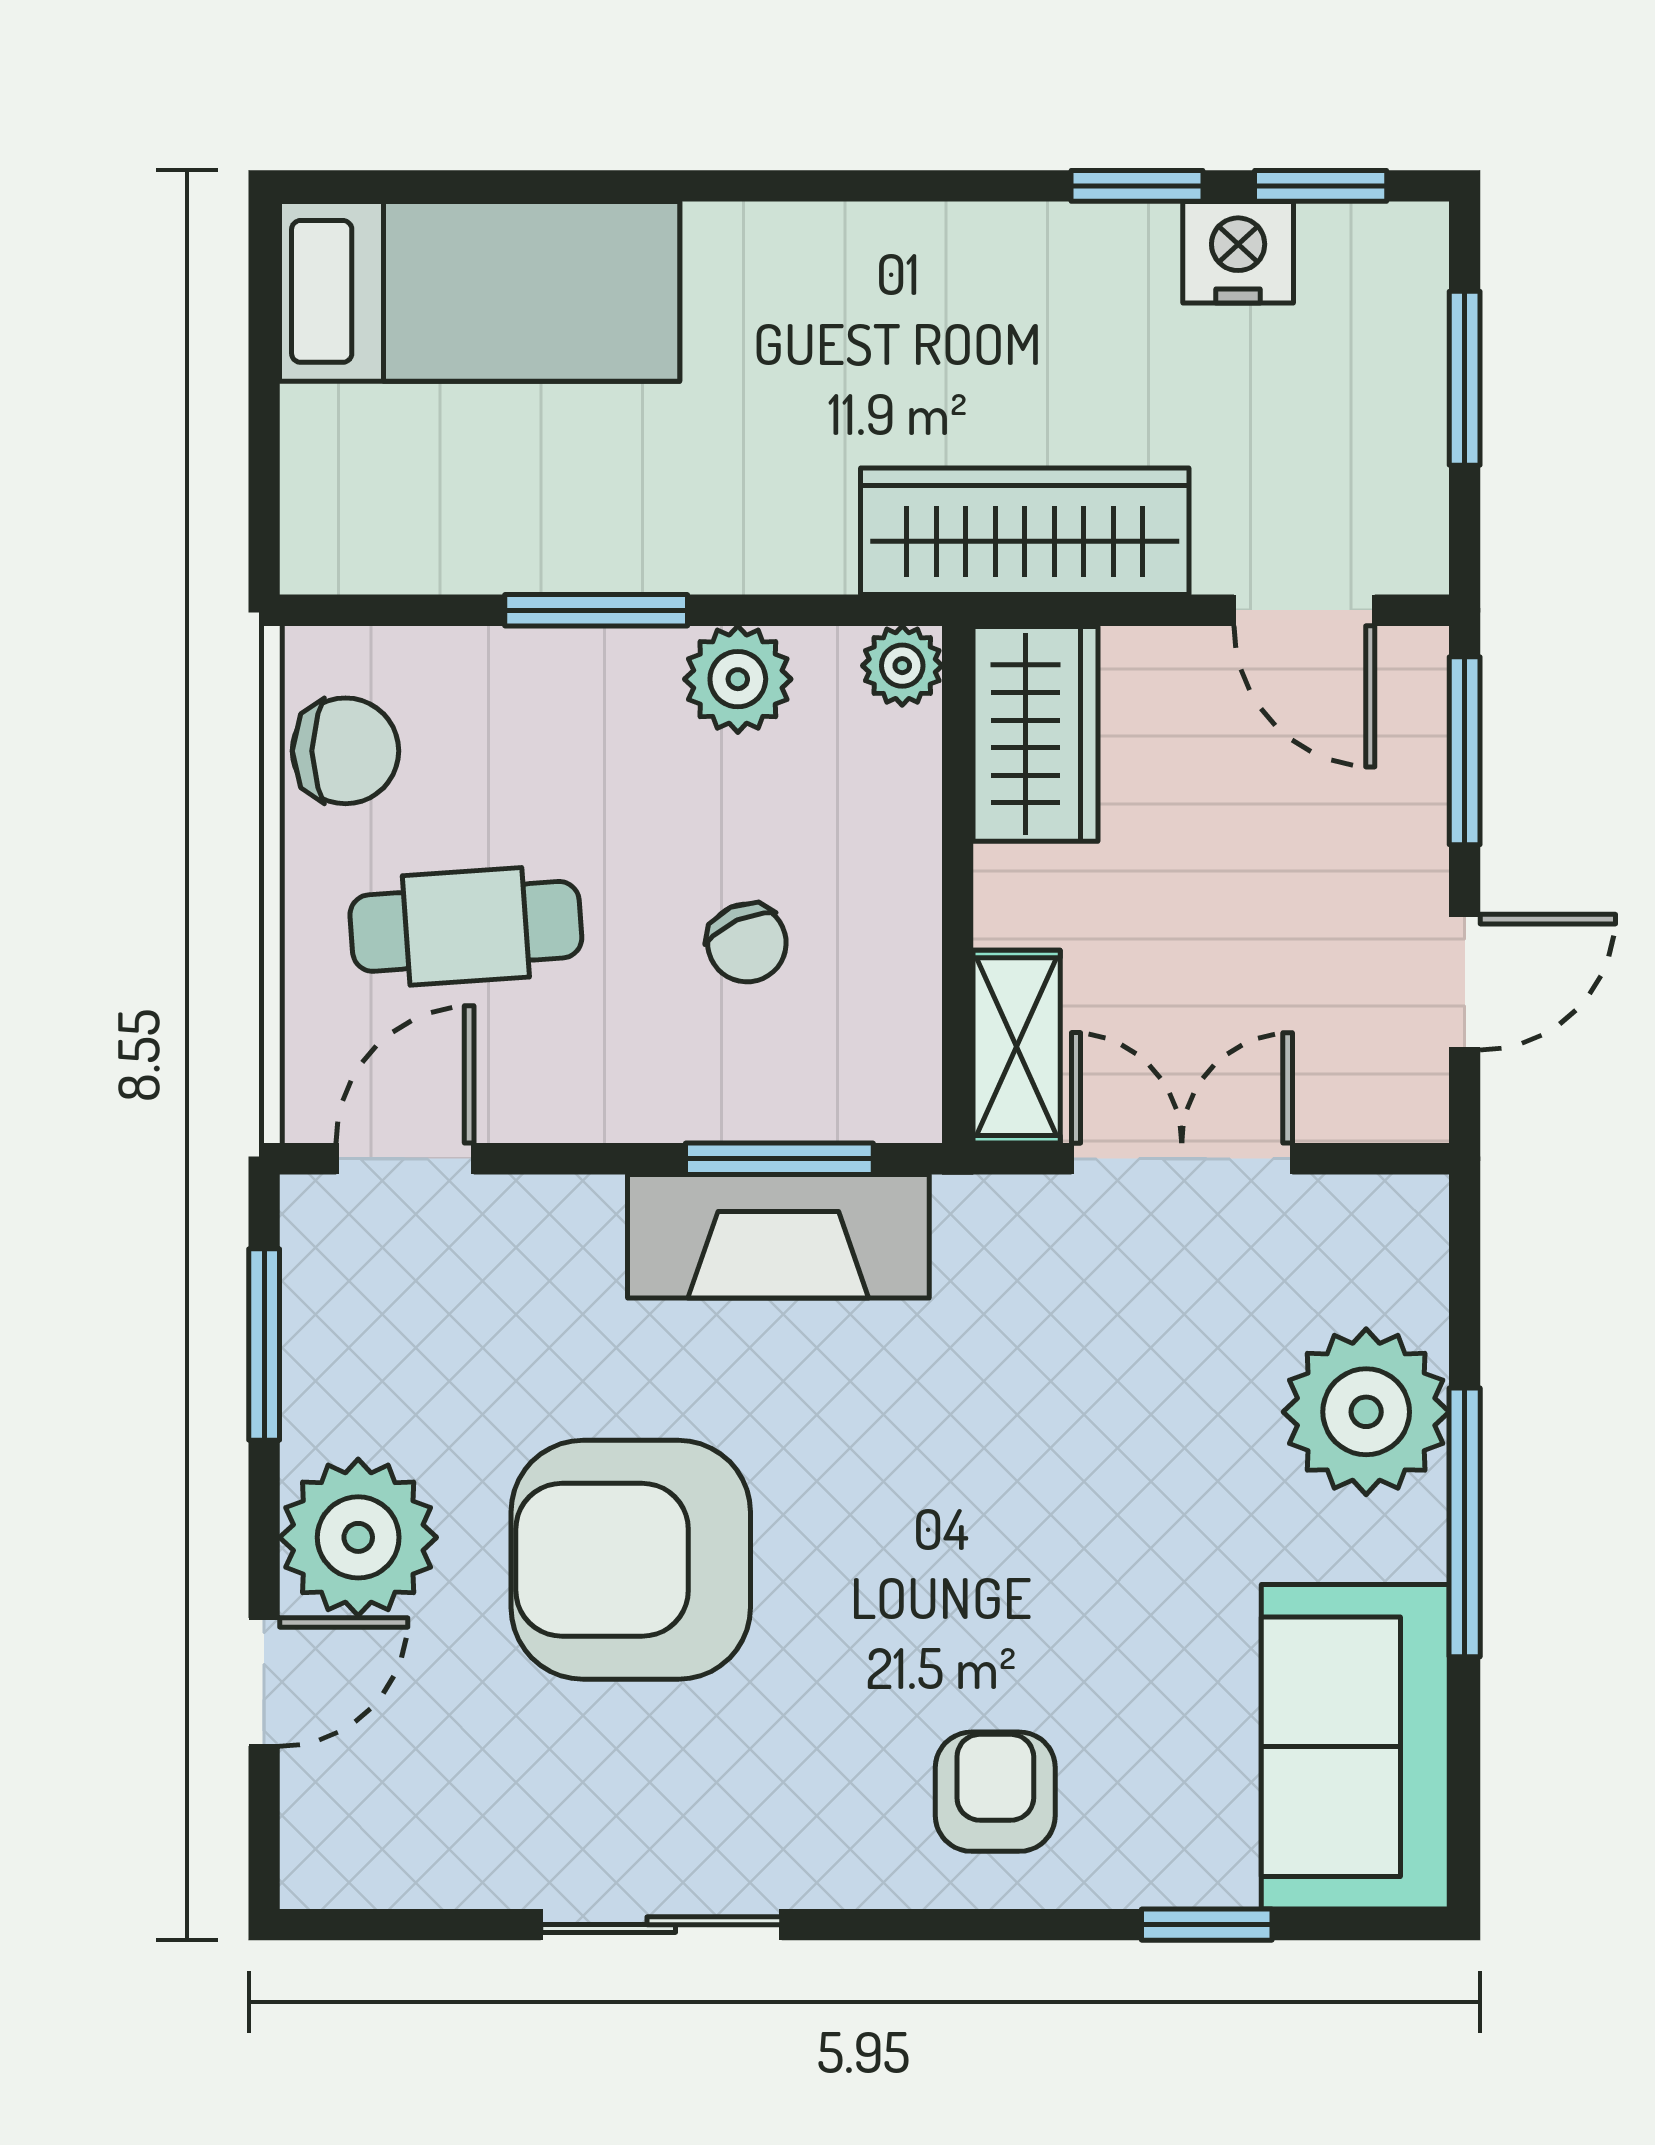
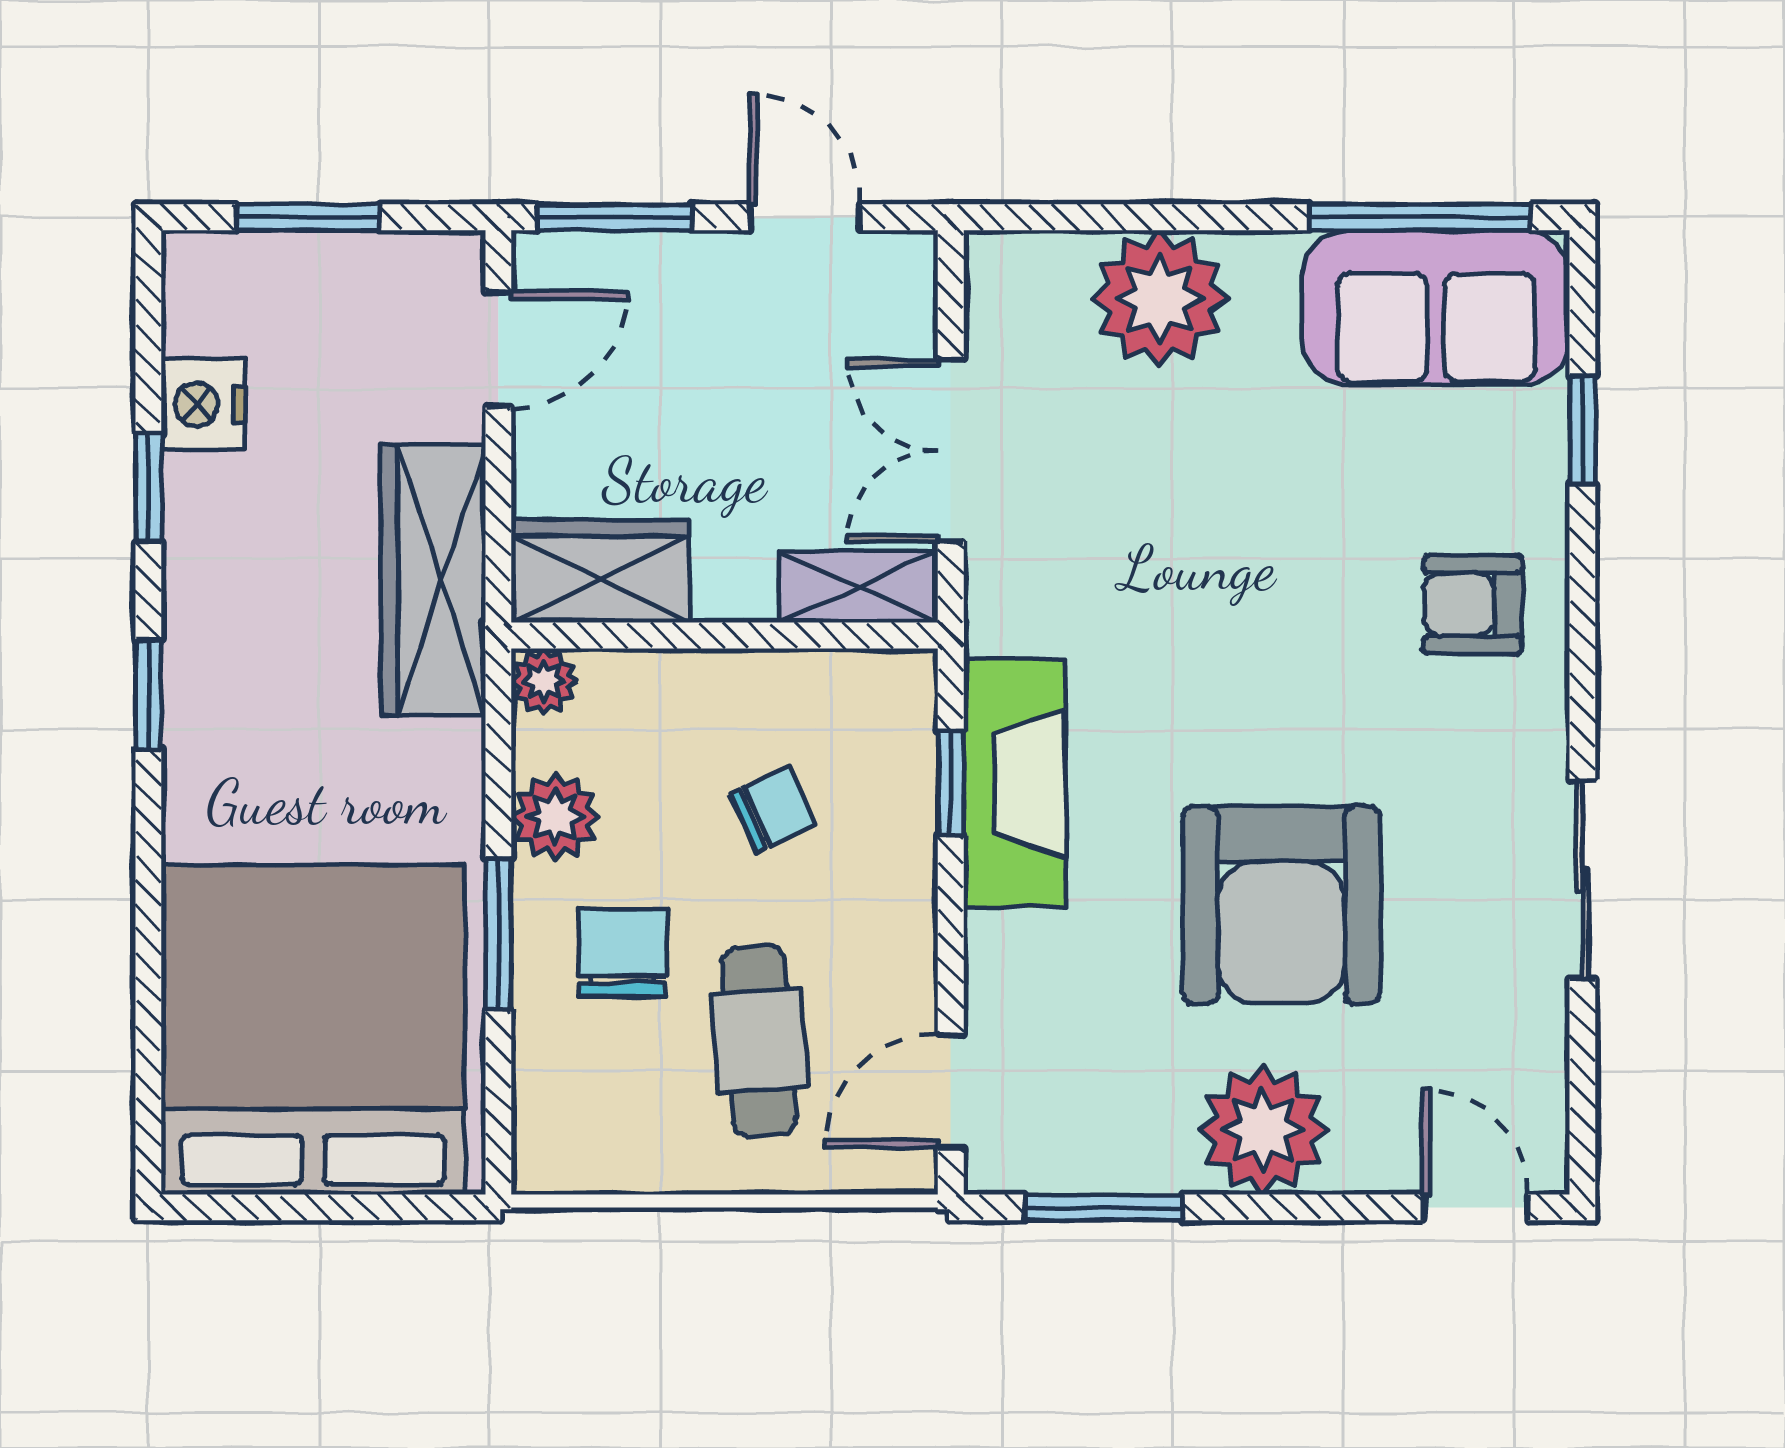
window: (1321, 186) -> (148, 695), moved
bed: (480, 291) -> (313, 1030), width x2.04
chair: (346, 751) -> (622, 953), moved
door: (405, 1159) -> (951, 1091), hinge flipped
window: (779, 1159) -> (951, 783), width x0.67
window: (1465, 1522) -> (1420, 217), moved
door: (264, 1682) -> (1475, 1207), moved

